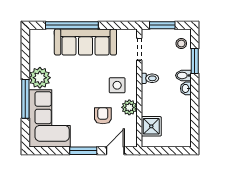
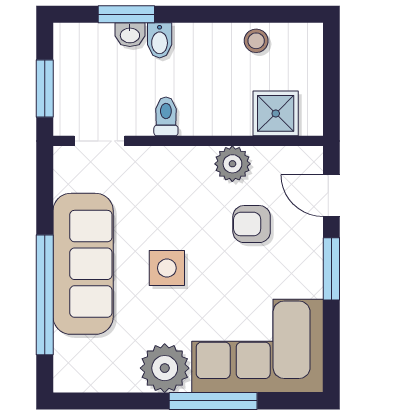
stool: (181, 44) -> (256, 41), moved
side table: (117, 85) -> (167, 268), moved
washbasin: (186, 88) -> (130, 35), moved

